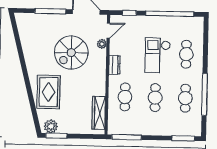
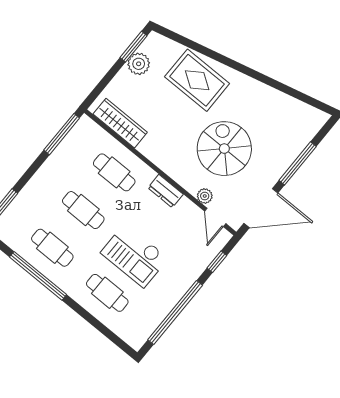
checkout: (158, 55) -> (134, 255), turned 180
plant: (51, 126) -> (139, 64), moved

